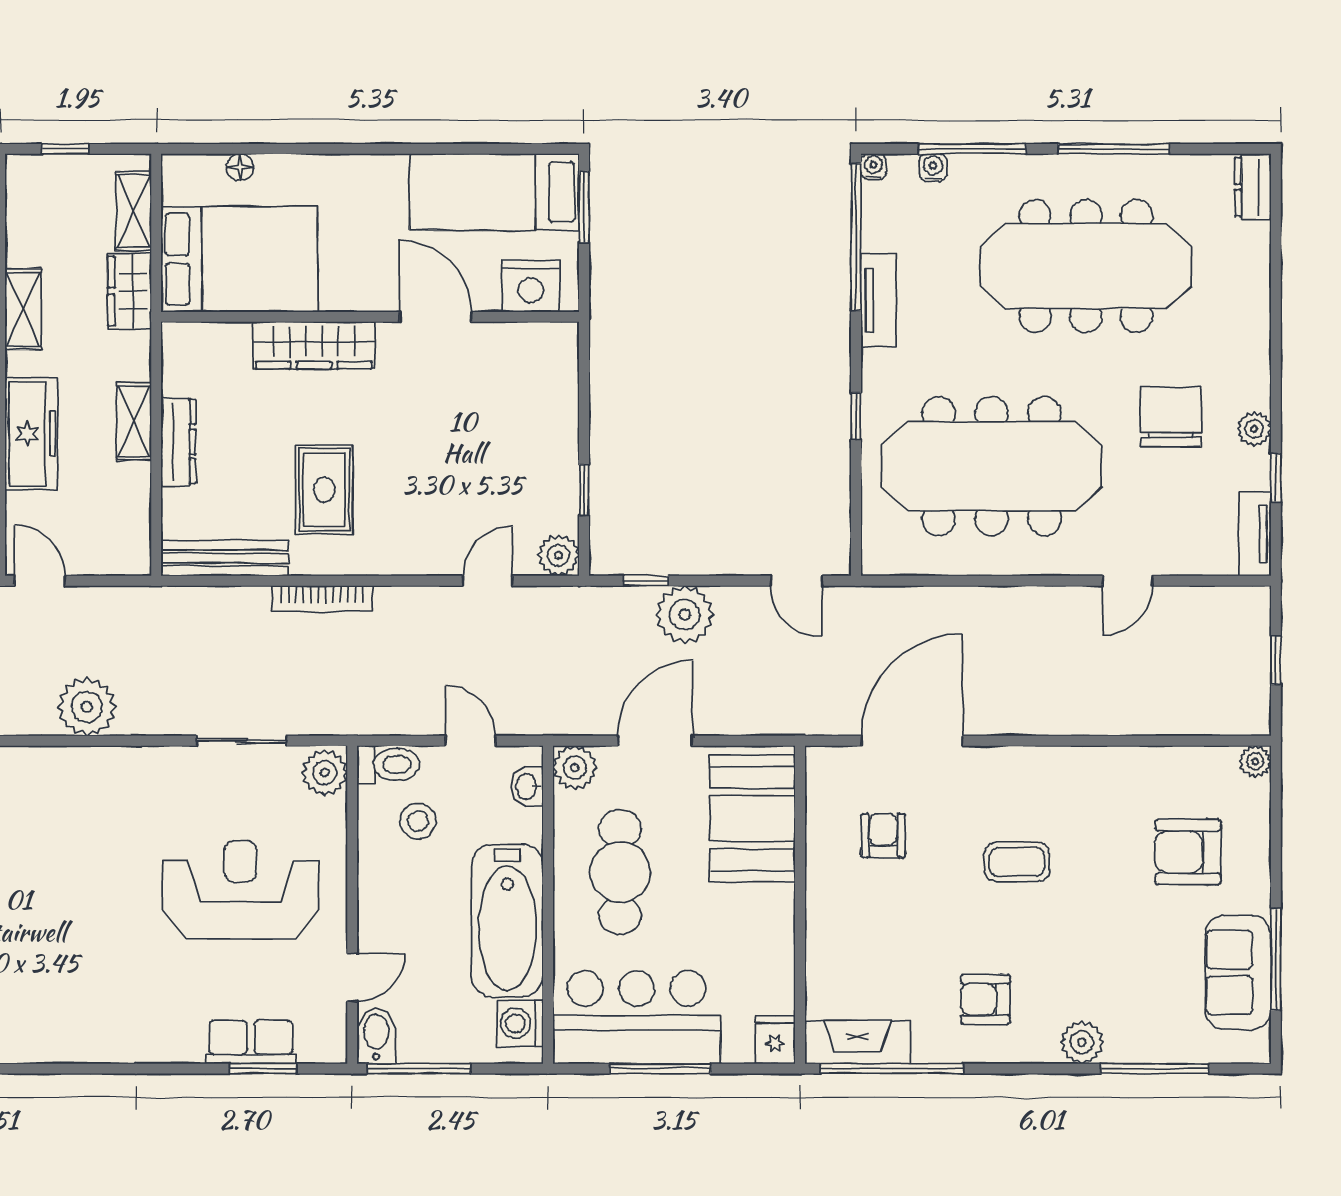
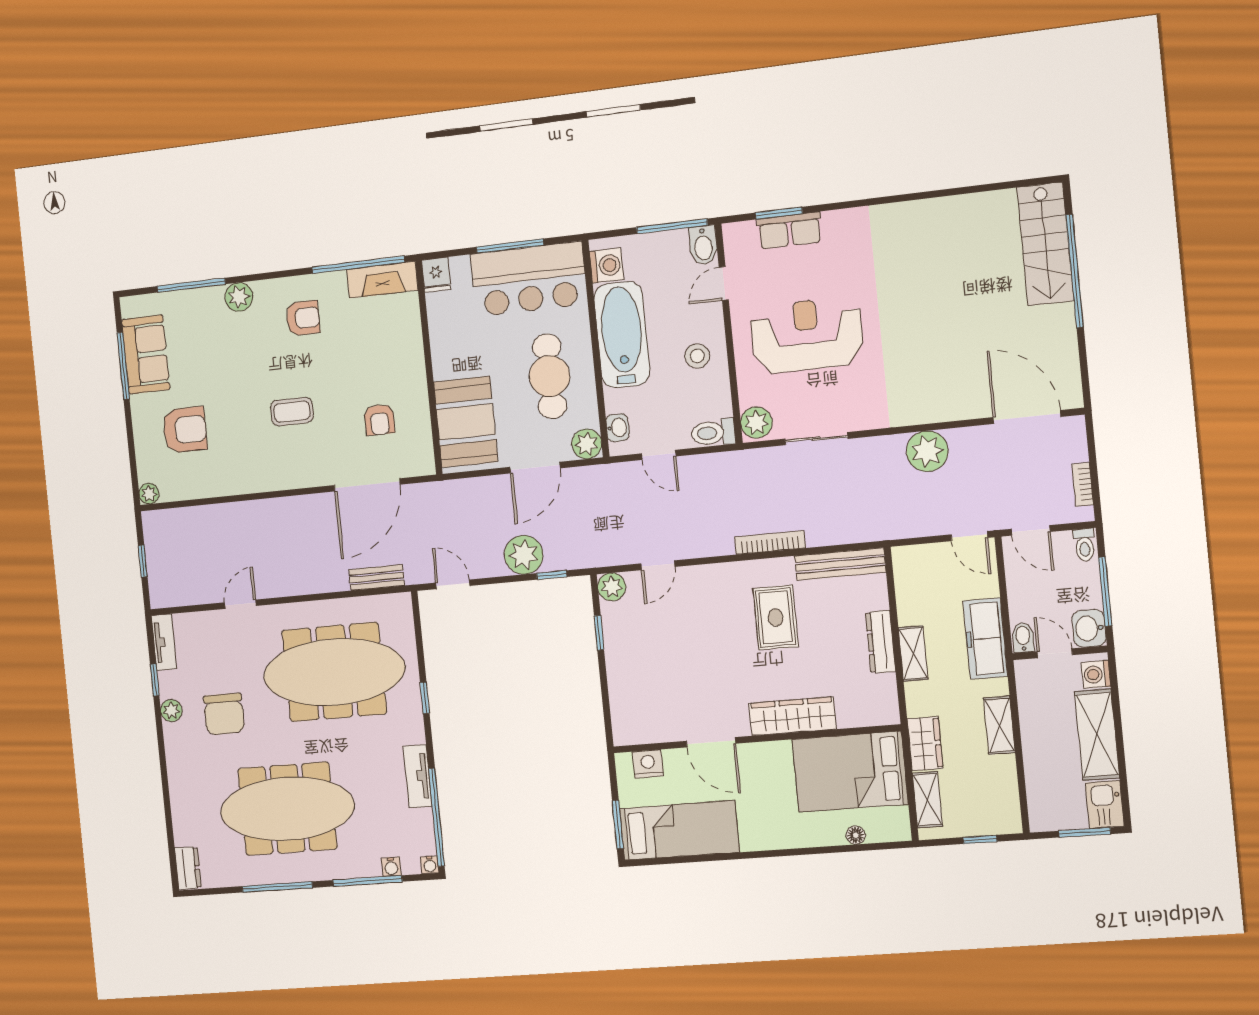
nightstand: (531, 286) -> (648, 764), width x0.74, depth x0.75
bench: (912, 601) -> (376, 578), added
stool: (418, 821) -> (697, 356), moved
reception desk: (240, 890) -> (807, 335), turned 180

